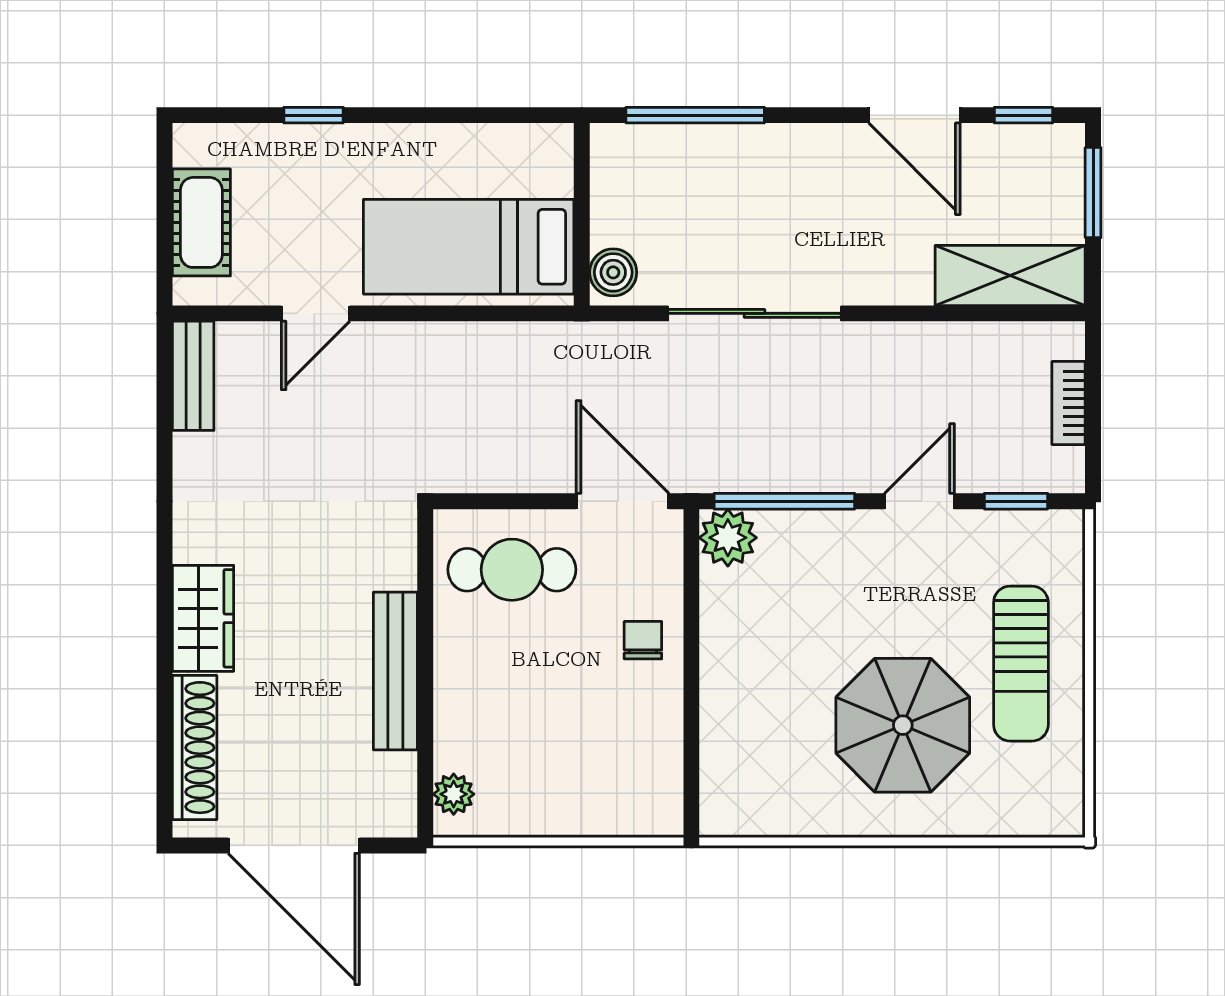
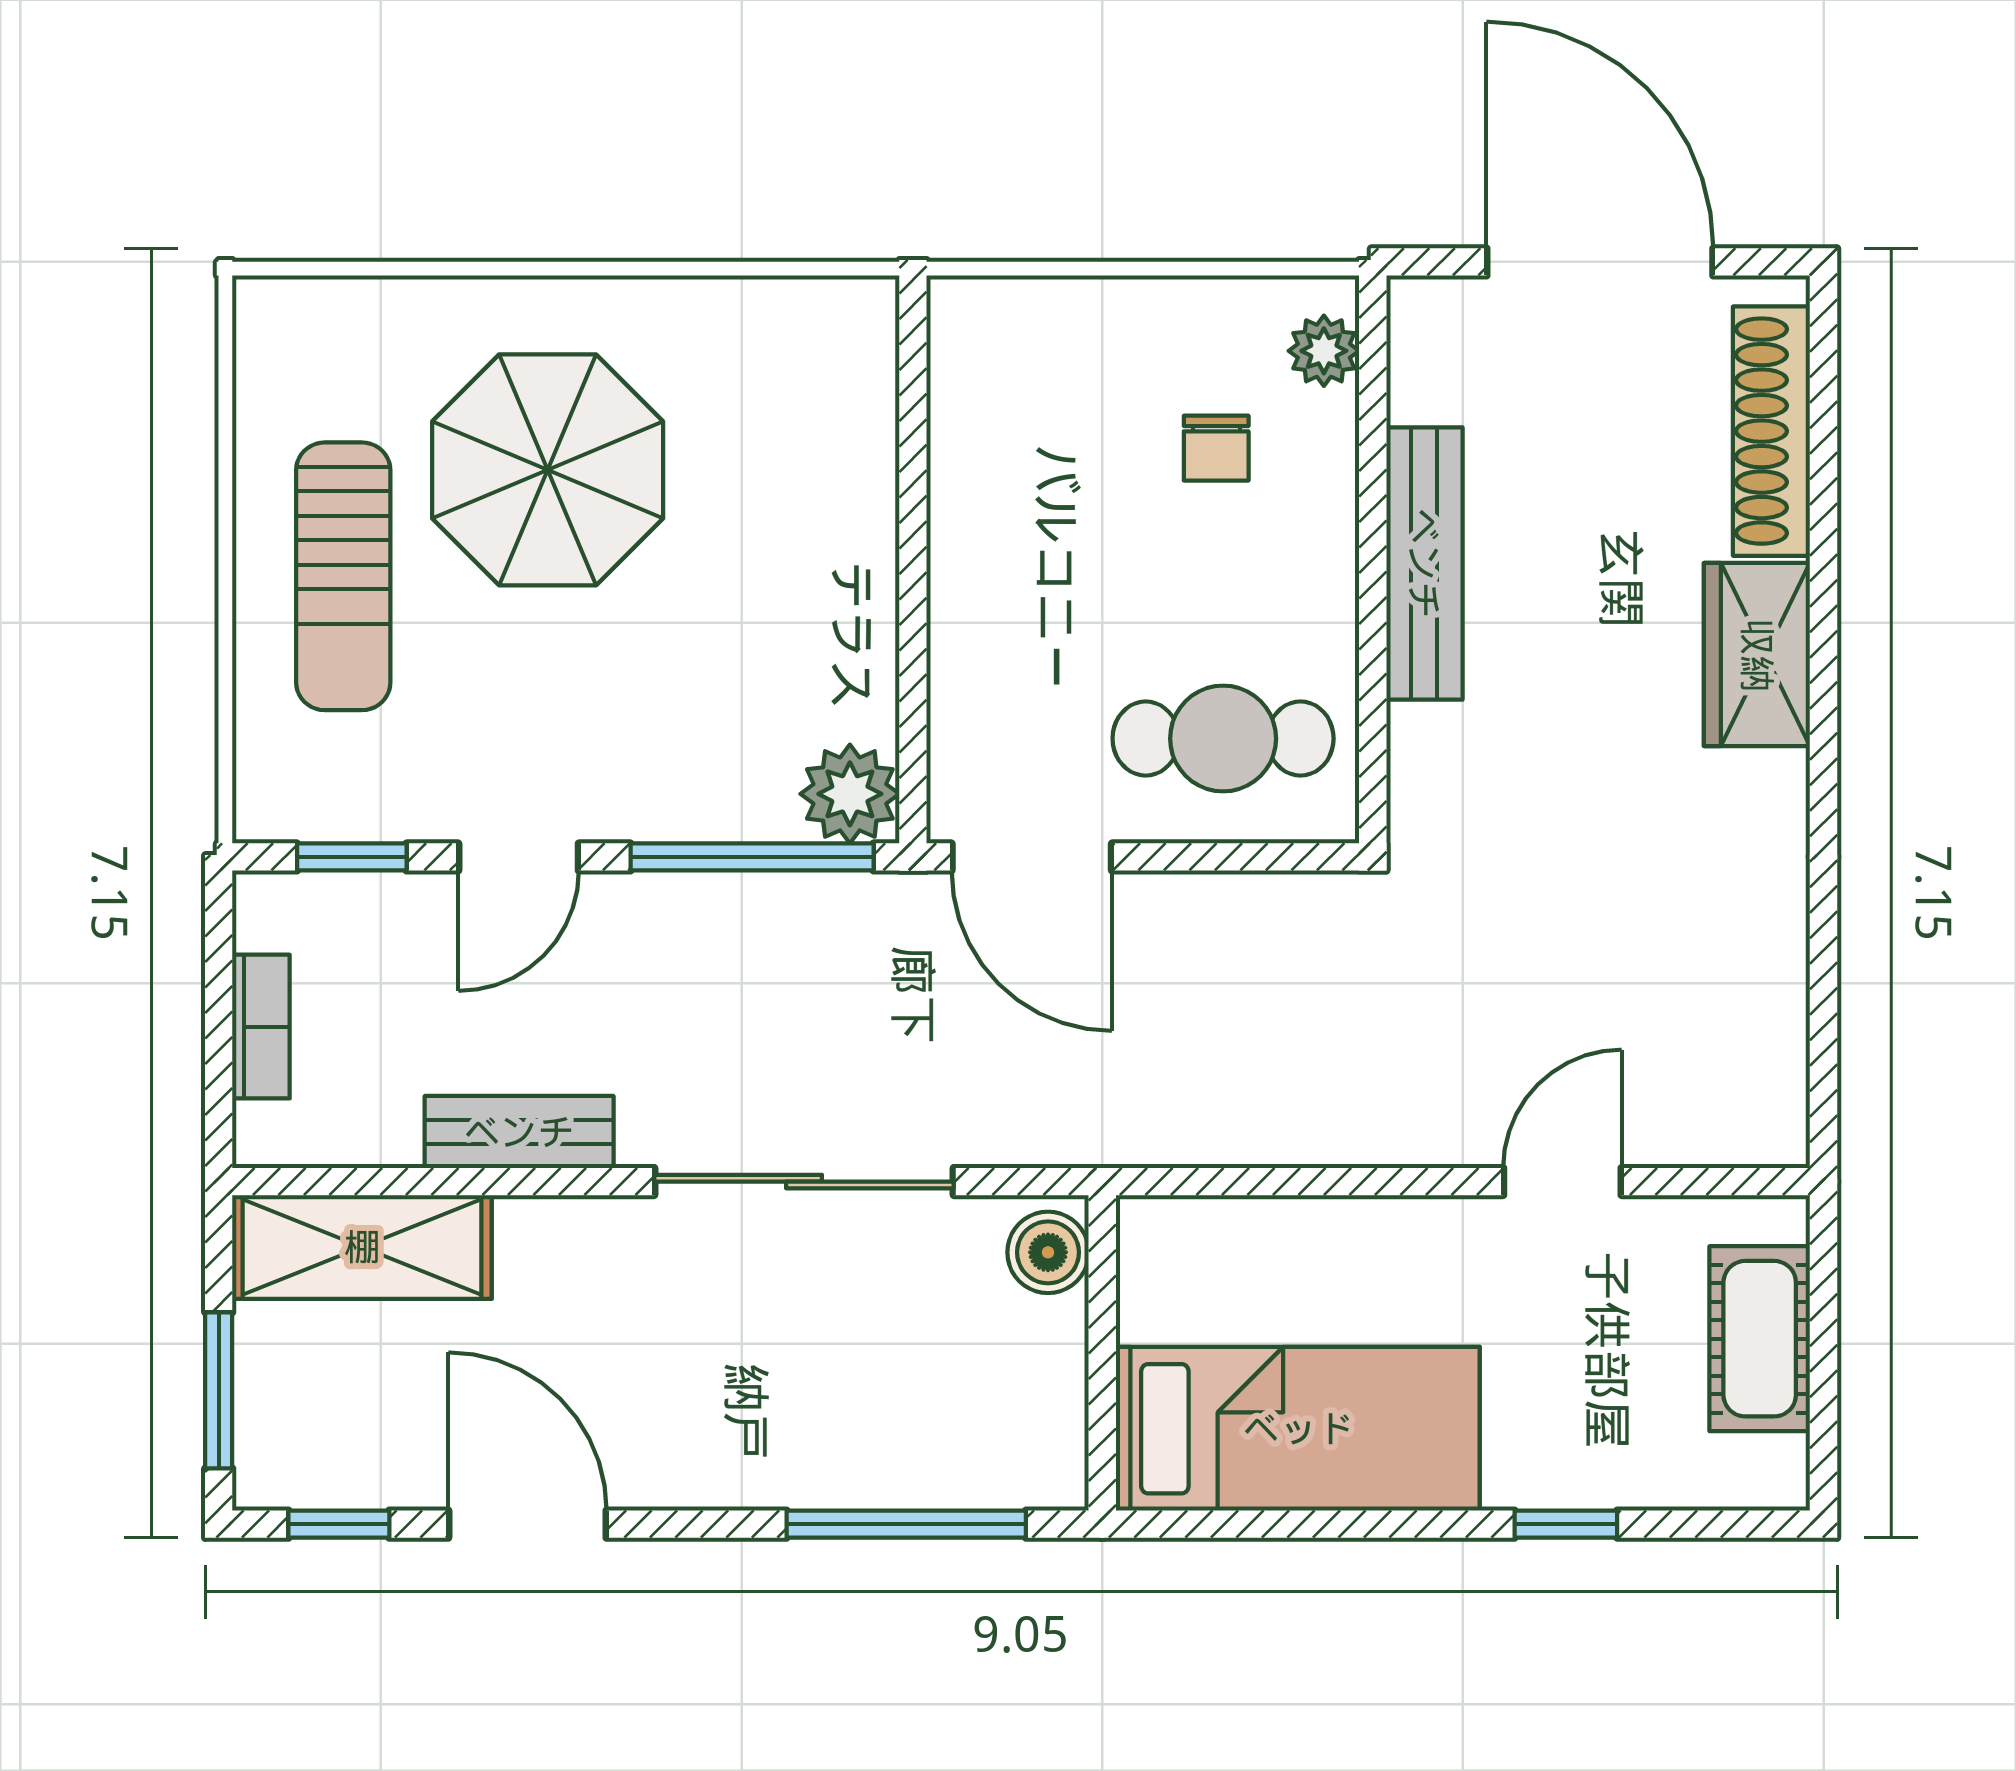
bed: (469, 247) -> (1298, 1429), moved
bench: (193, 376) -> (519, 1132), moved, turned 90
chair: (643, 640) -> (1216, 448), moved
sun lounger: (1021, 664) -> (343, 576), turned 180

